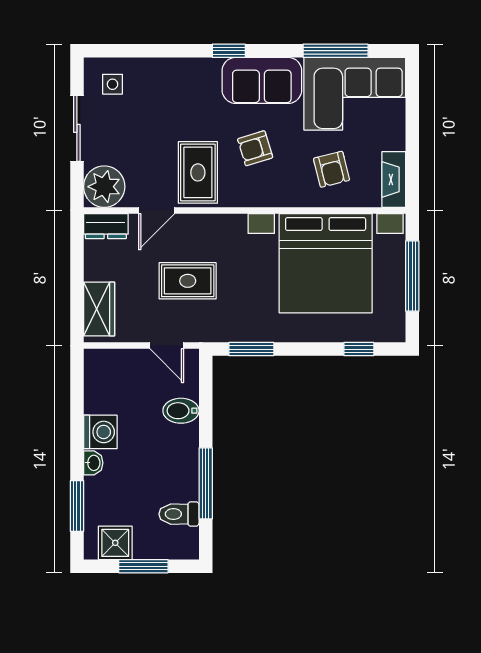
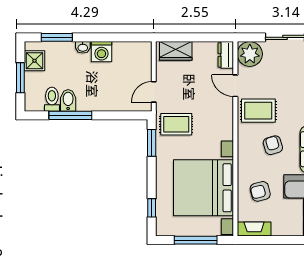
rug: (188, 281) -> (176, 124), moved, turned 90
bidet: (181, 411) -> (68, 100), moved

